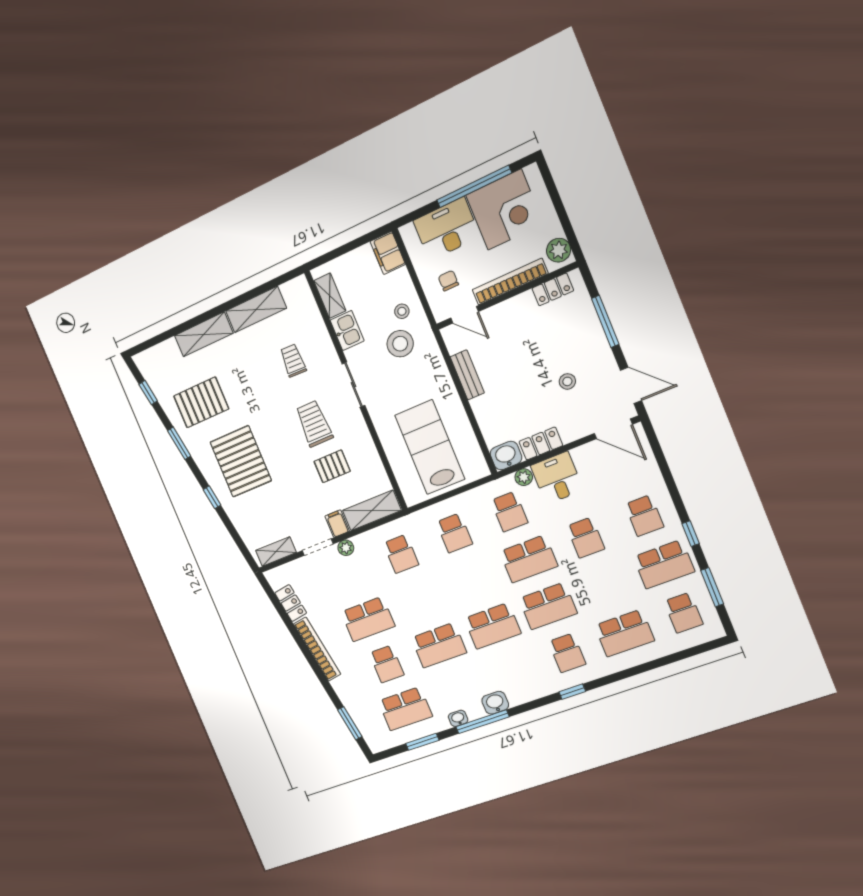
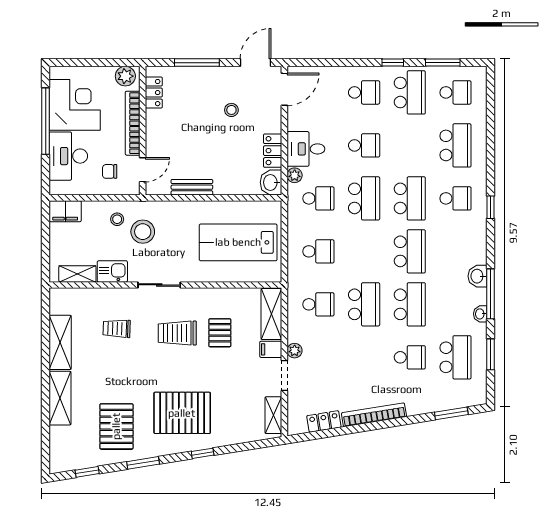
school desk: (368, 619) -> (364, 304), moved

